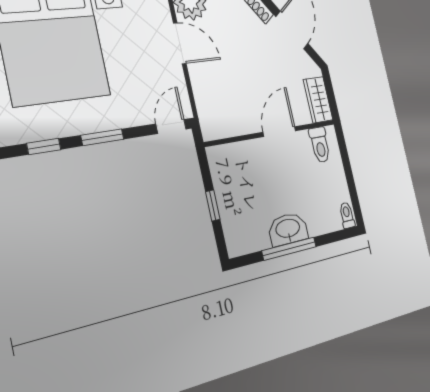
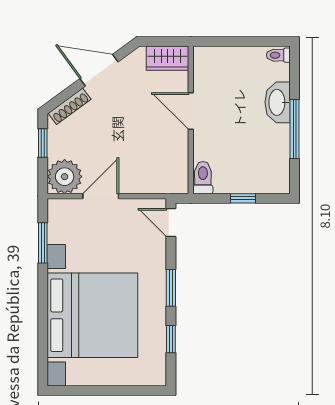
toilet: (320, 145) -> (203, 178), moved, turned -90
washbasin: (288, 229) -> (278, 102), moved

